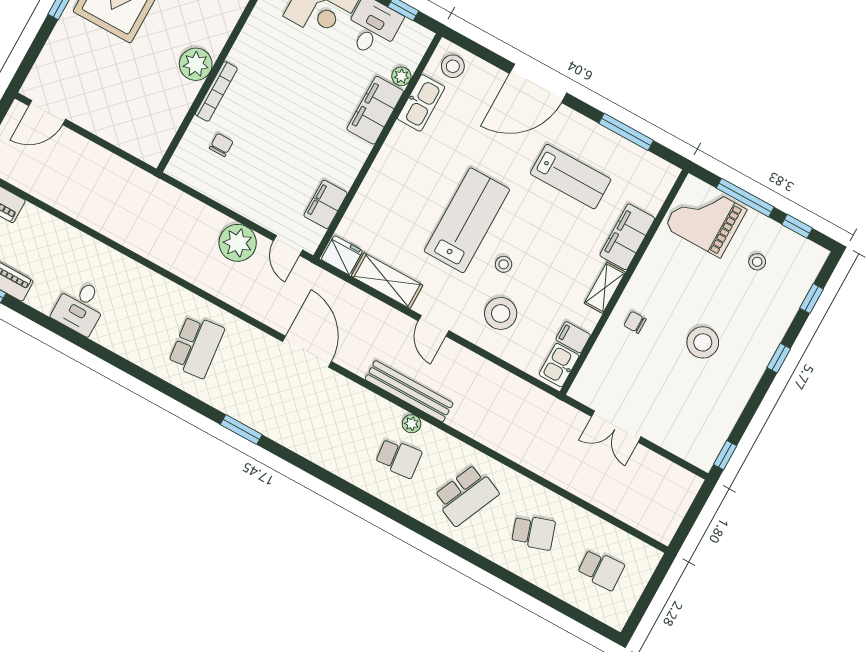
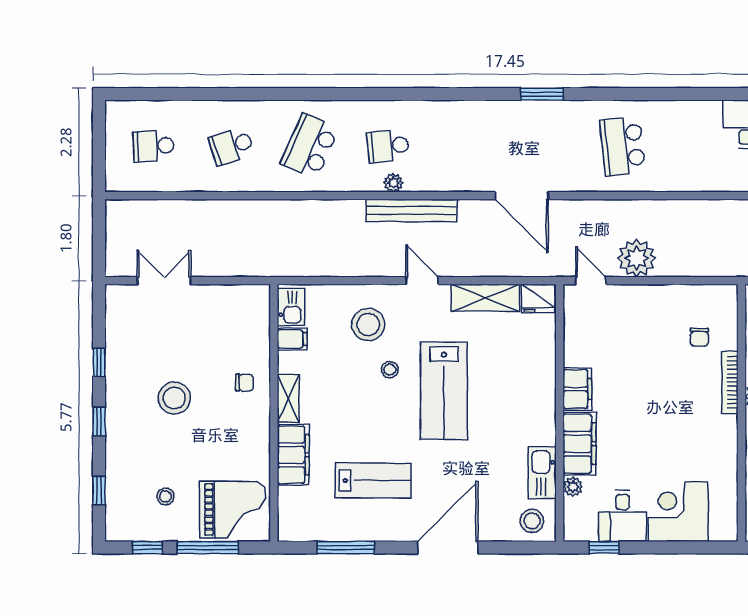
lab bench: (571, 177) -> (373, 481), turned 180
filing cabinet: (326, 204) -> (577, 389), moved
double door: (616, 427) -> (164, 281), moved
window: (725, 455) -> (99, 362), moved

